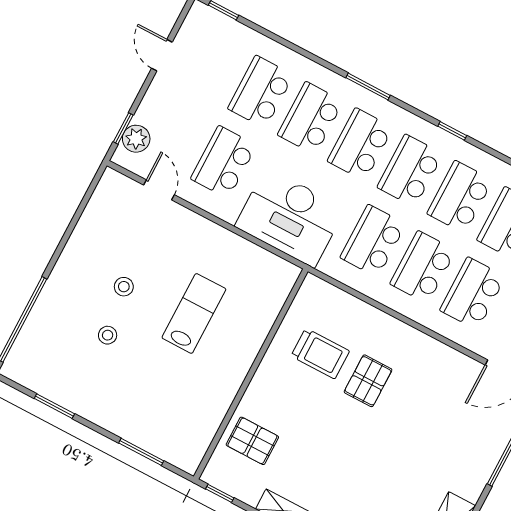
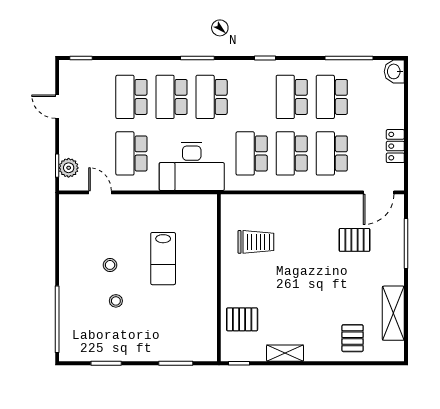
school desk: (410, 171) -> (252, 97), removed
lab bench: (194, 313) -> (163, 259), turned 180
pallet: (368, 381) -> (354, 240), moved, turned 90

